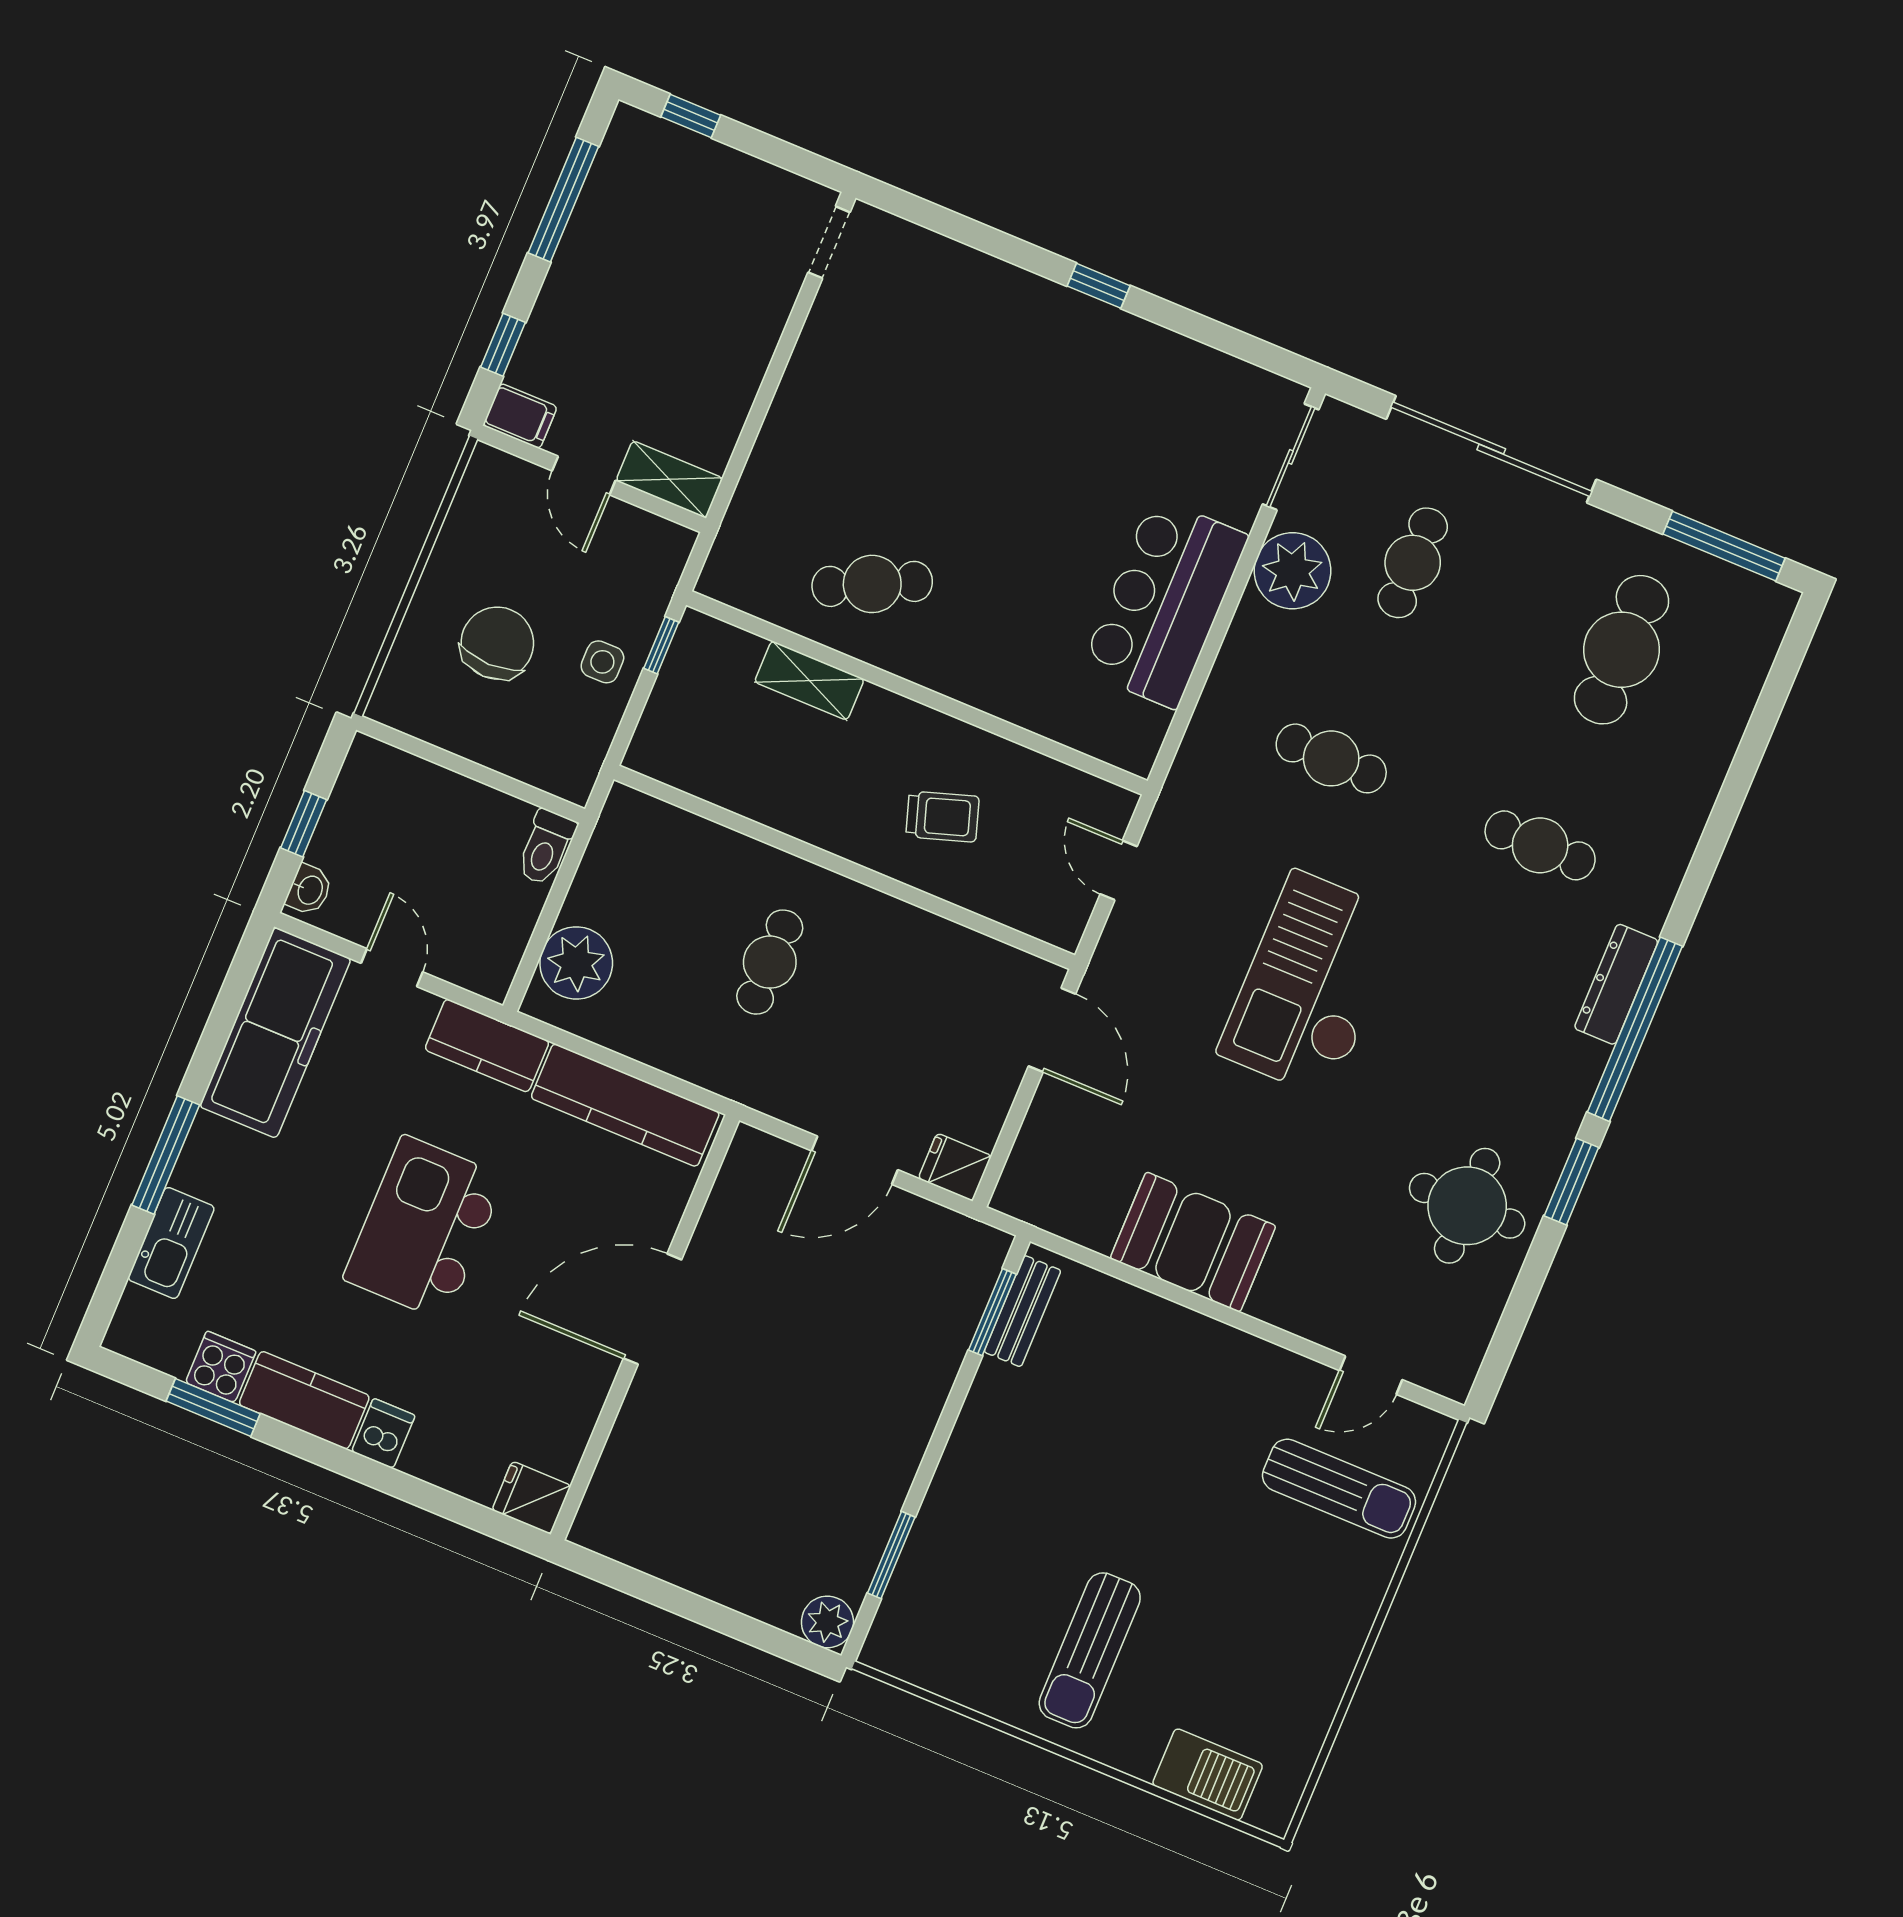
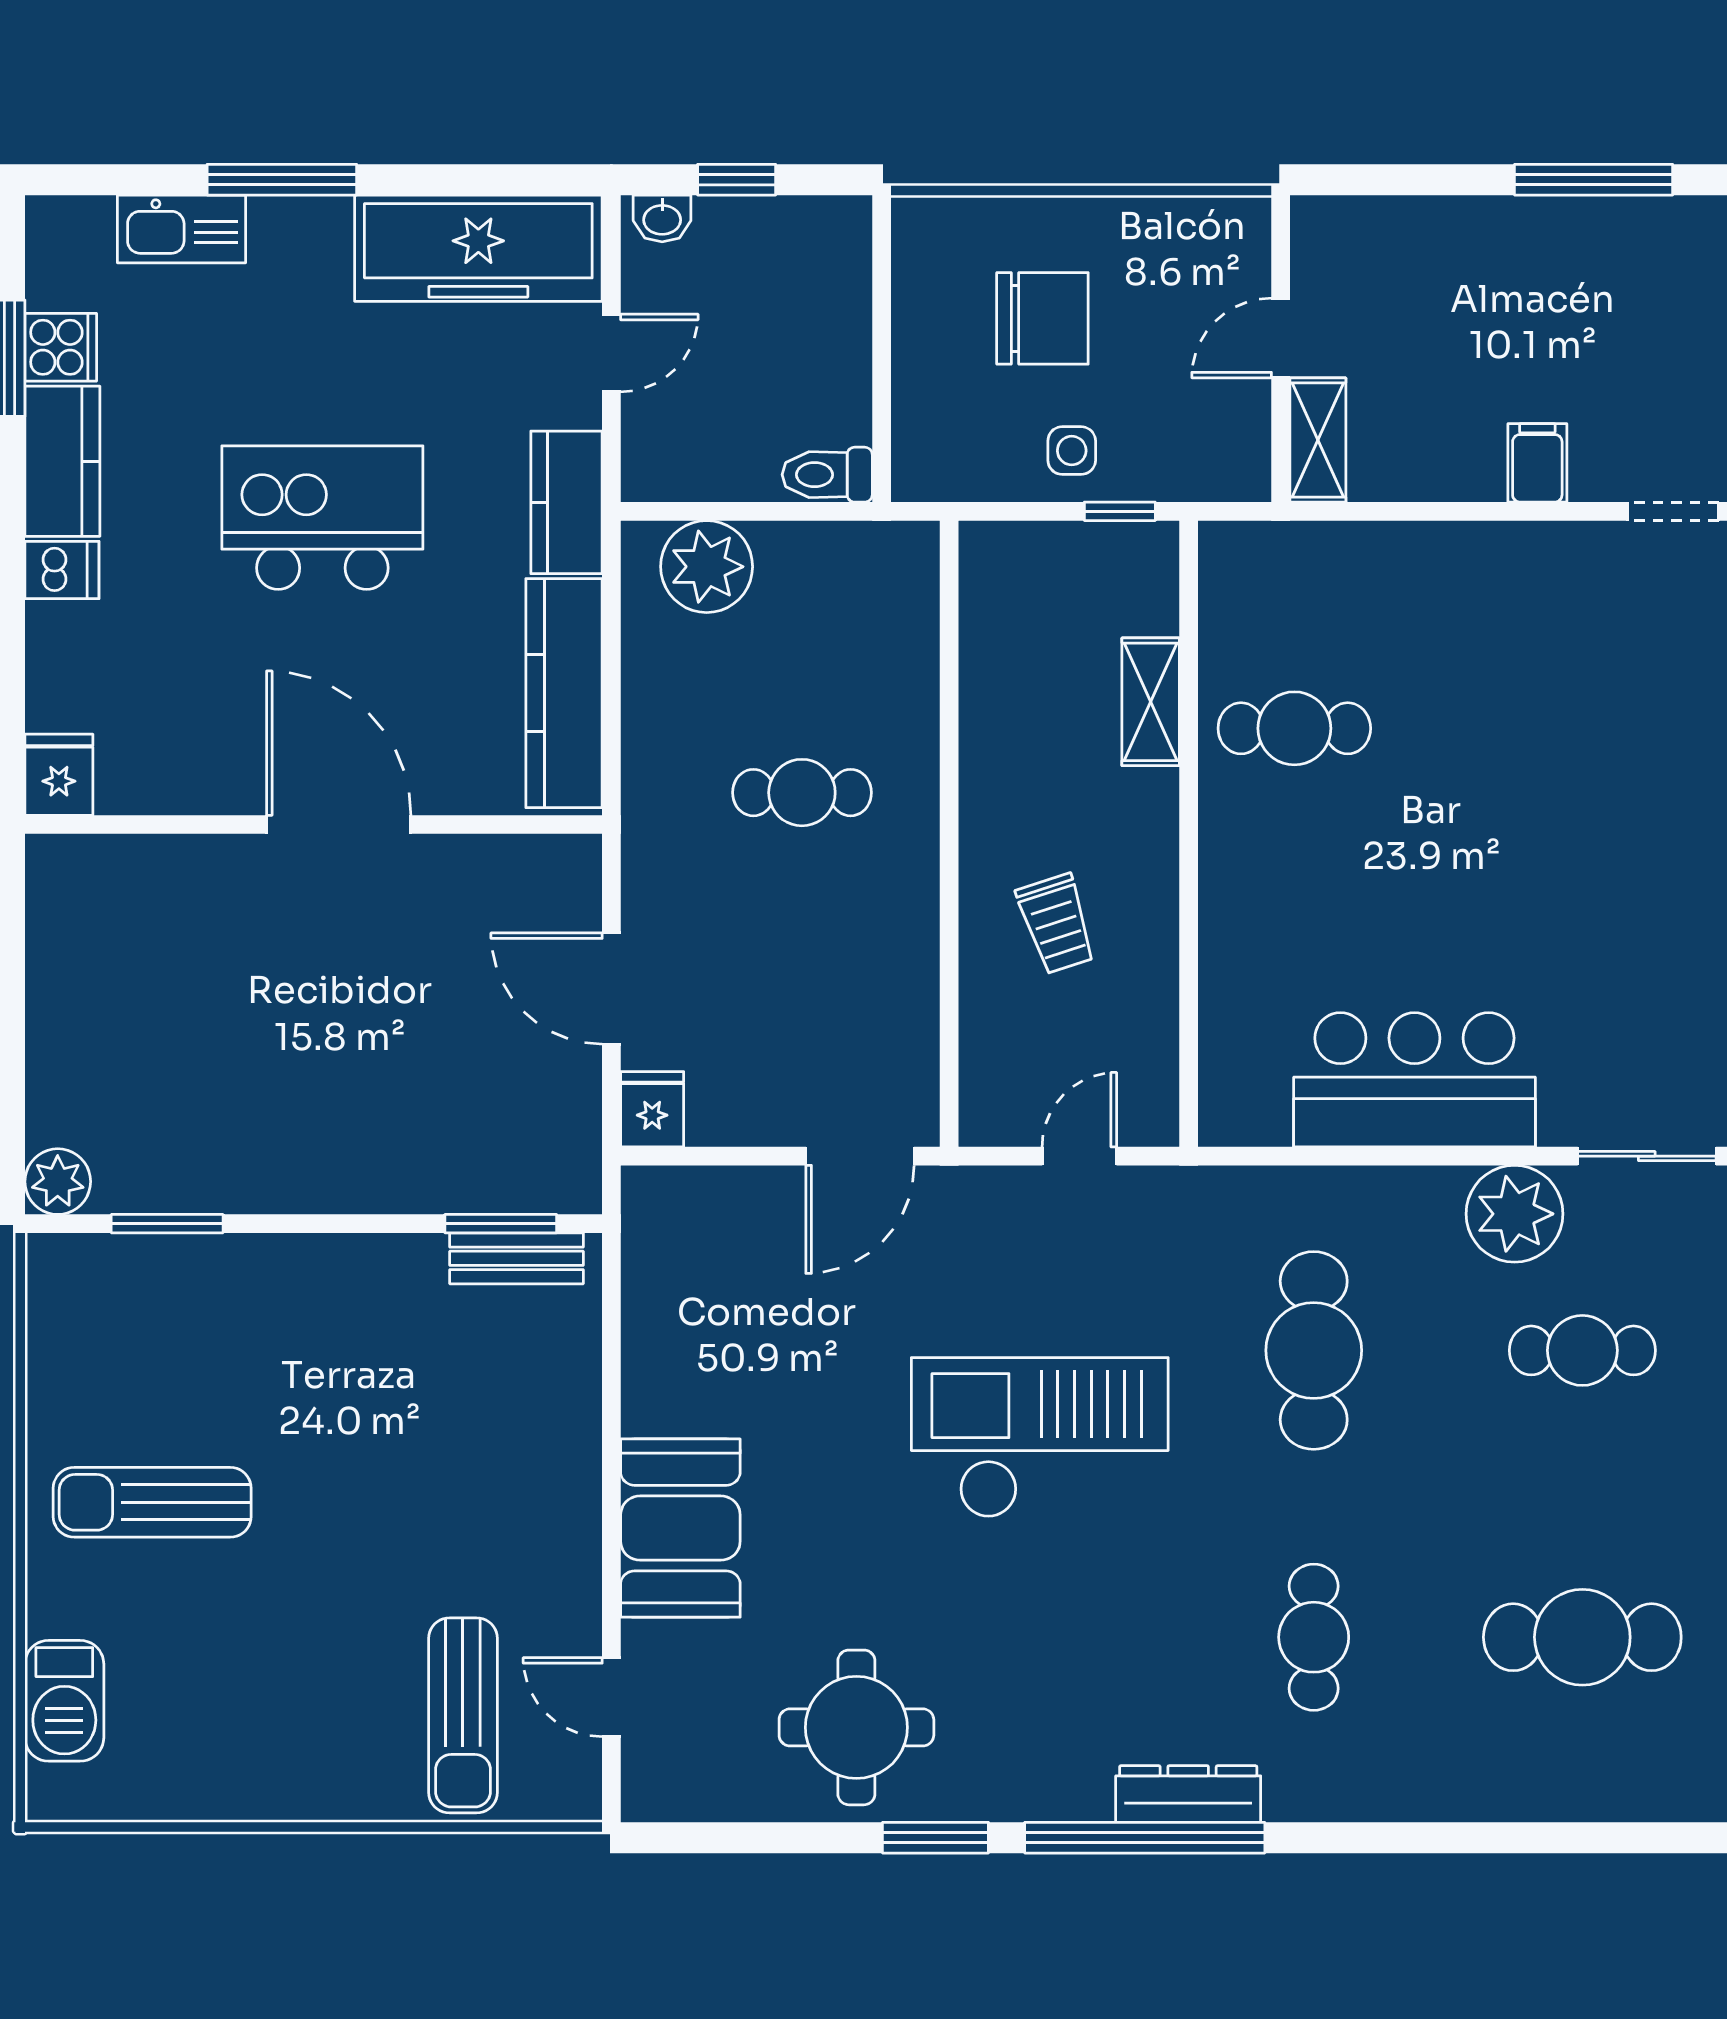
window: (503, 345) -> (1394, 180), removed
filing cabinet: (520, 416) -> (1537, 463), moved, turned 180
cafe table: (872, 584) -> (1294, 728), turned -64
cafe table: (1331, 758) -> (1314, 1350), width x1.37, depth x1.35
booth: (1193, 1242) -> (680, 1528), moved

